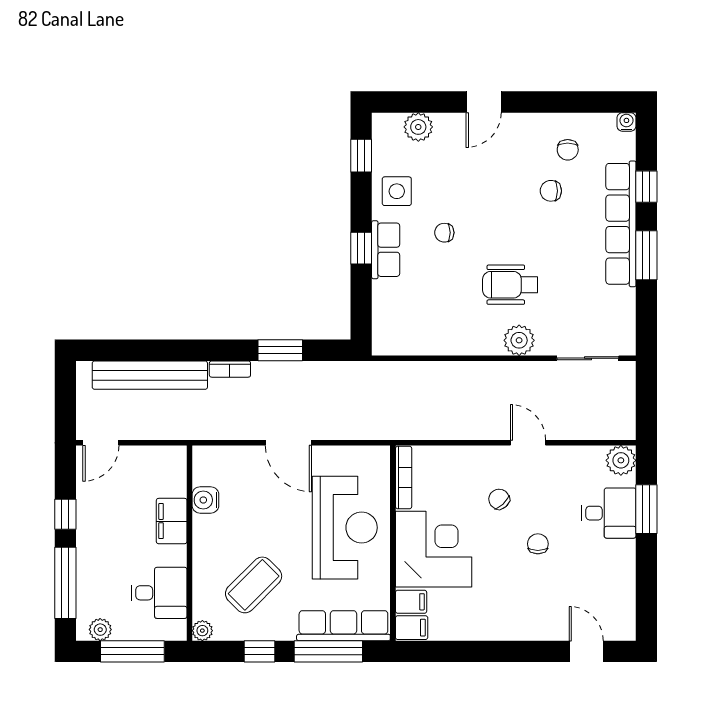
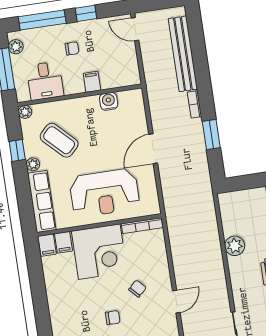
plant: (519, 340) -> (235, 246), moved
filing cabinet: (172, 521) -> (92, 82), width x0.50
chair: (116, 544) -> (72, 48), added
plant: (284, 631) -> (33, 164), added
window: (328, 651) -> (24, 194), removed

